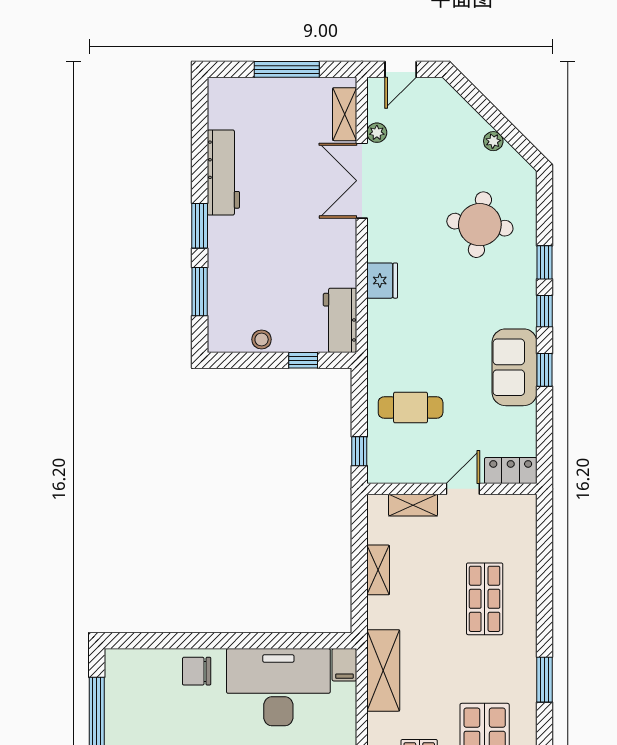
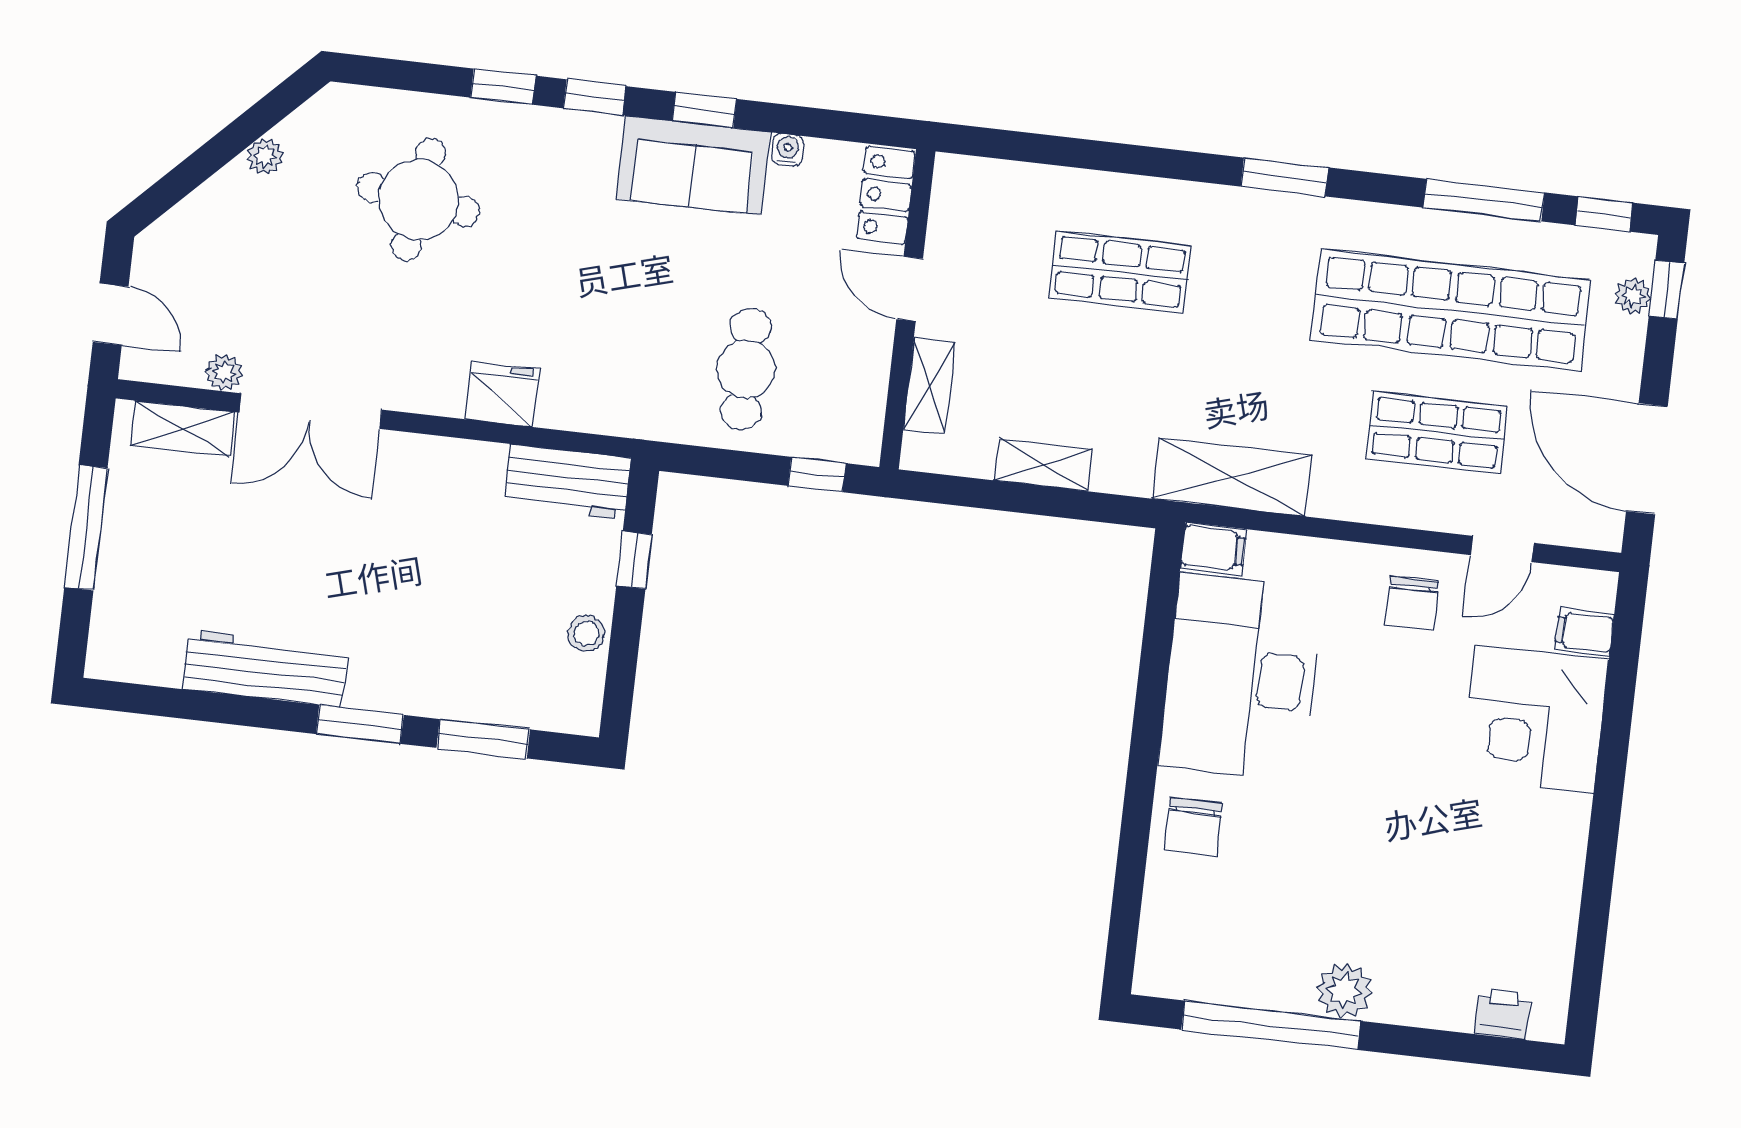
water cooler: (529, 416) -> (788, 150), added

